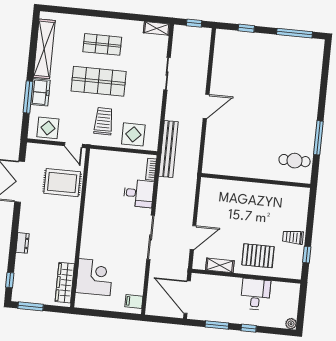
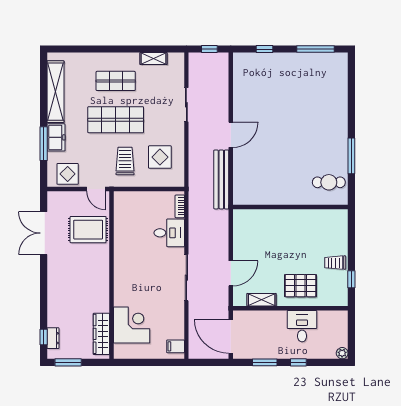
shelving: (157, 28) -> (154, 59), moved
display table: (133, 134) -> (160, 157), moved
bench: (168, 149) -> (221, 179), moved
dresser: (22, 243) -> (53, 338), moved

